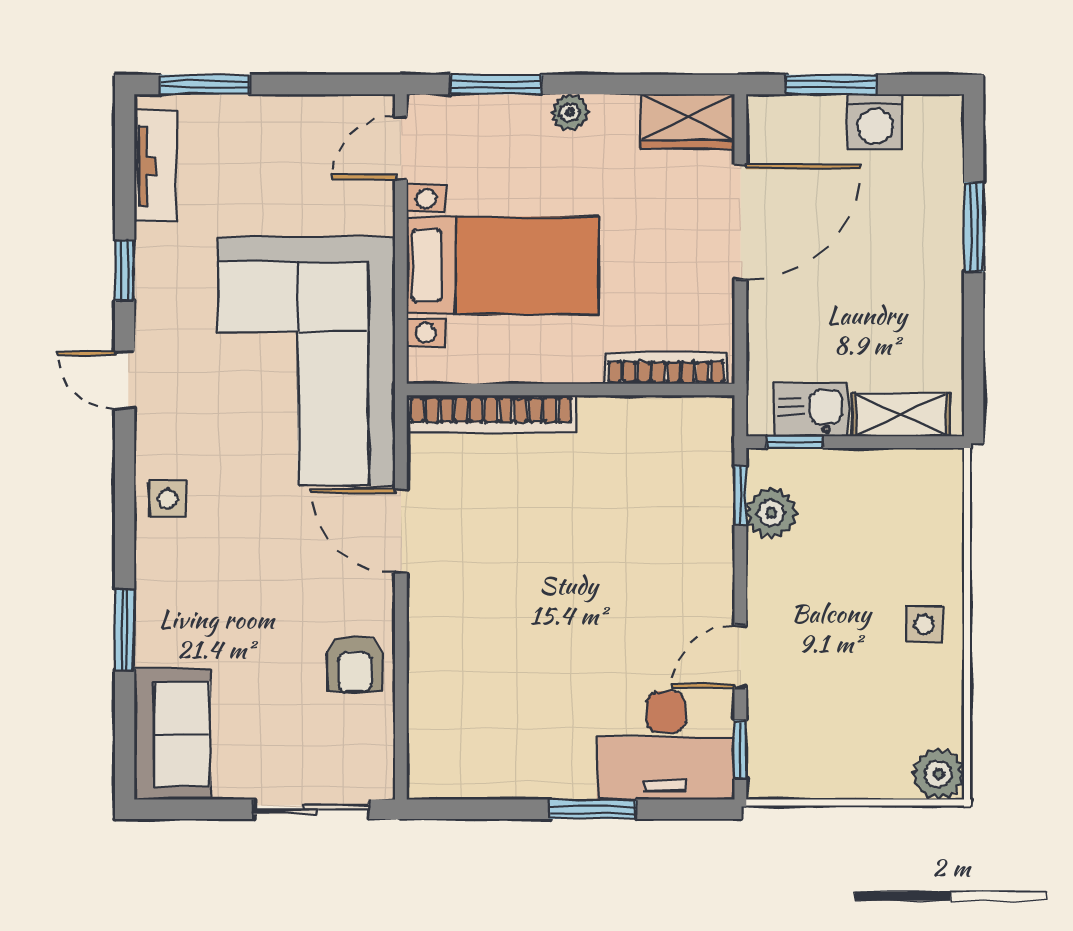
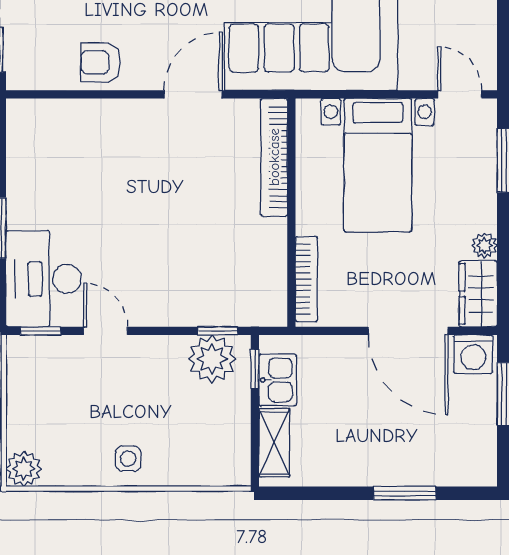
plant: (570, 112) -> (484, 245), moved
washing machine: (875, 122) -> (473, 354), moved, turned -90
plant: (771, 513) -> (212, 359), width x1.36, depth x1.36

